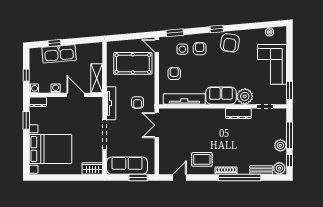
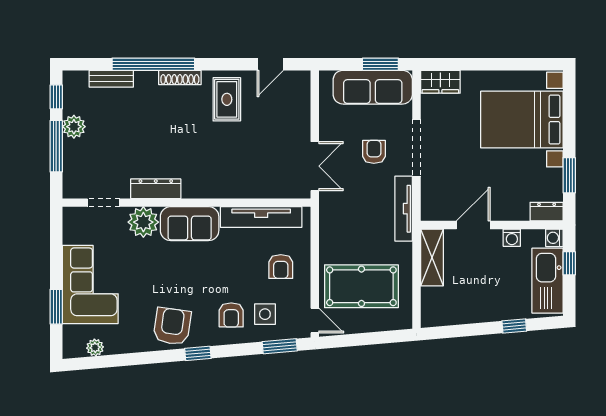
kitchen sink: (59, 54) -> (548, 281), moved, turned -85
window: (289, 90) -> (56, 307), moved
door: (75, 95) -> (473, 225), swing flipped
armchair: (138, 102) -> (374, 152), moved
rug: (202, 159) -> (227, 99), turned 90
plant: (279, 168) -> (76, 82), removed
window: (138, 177) -> (380, 64), moved

